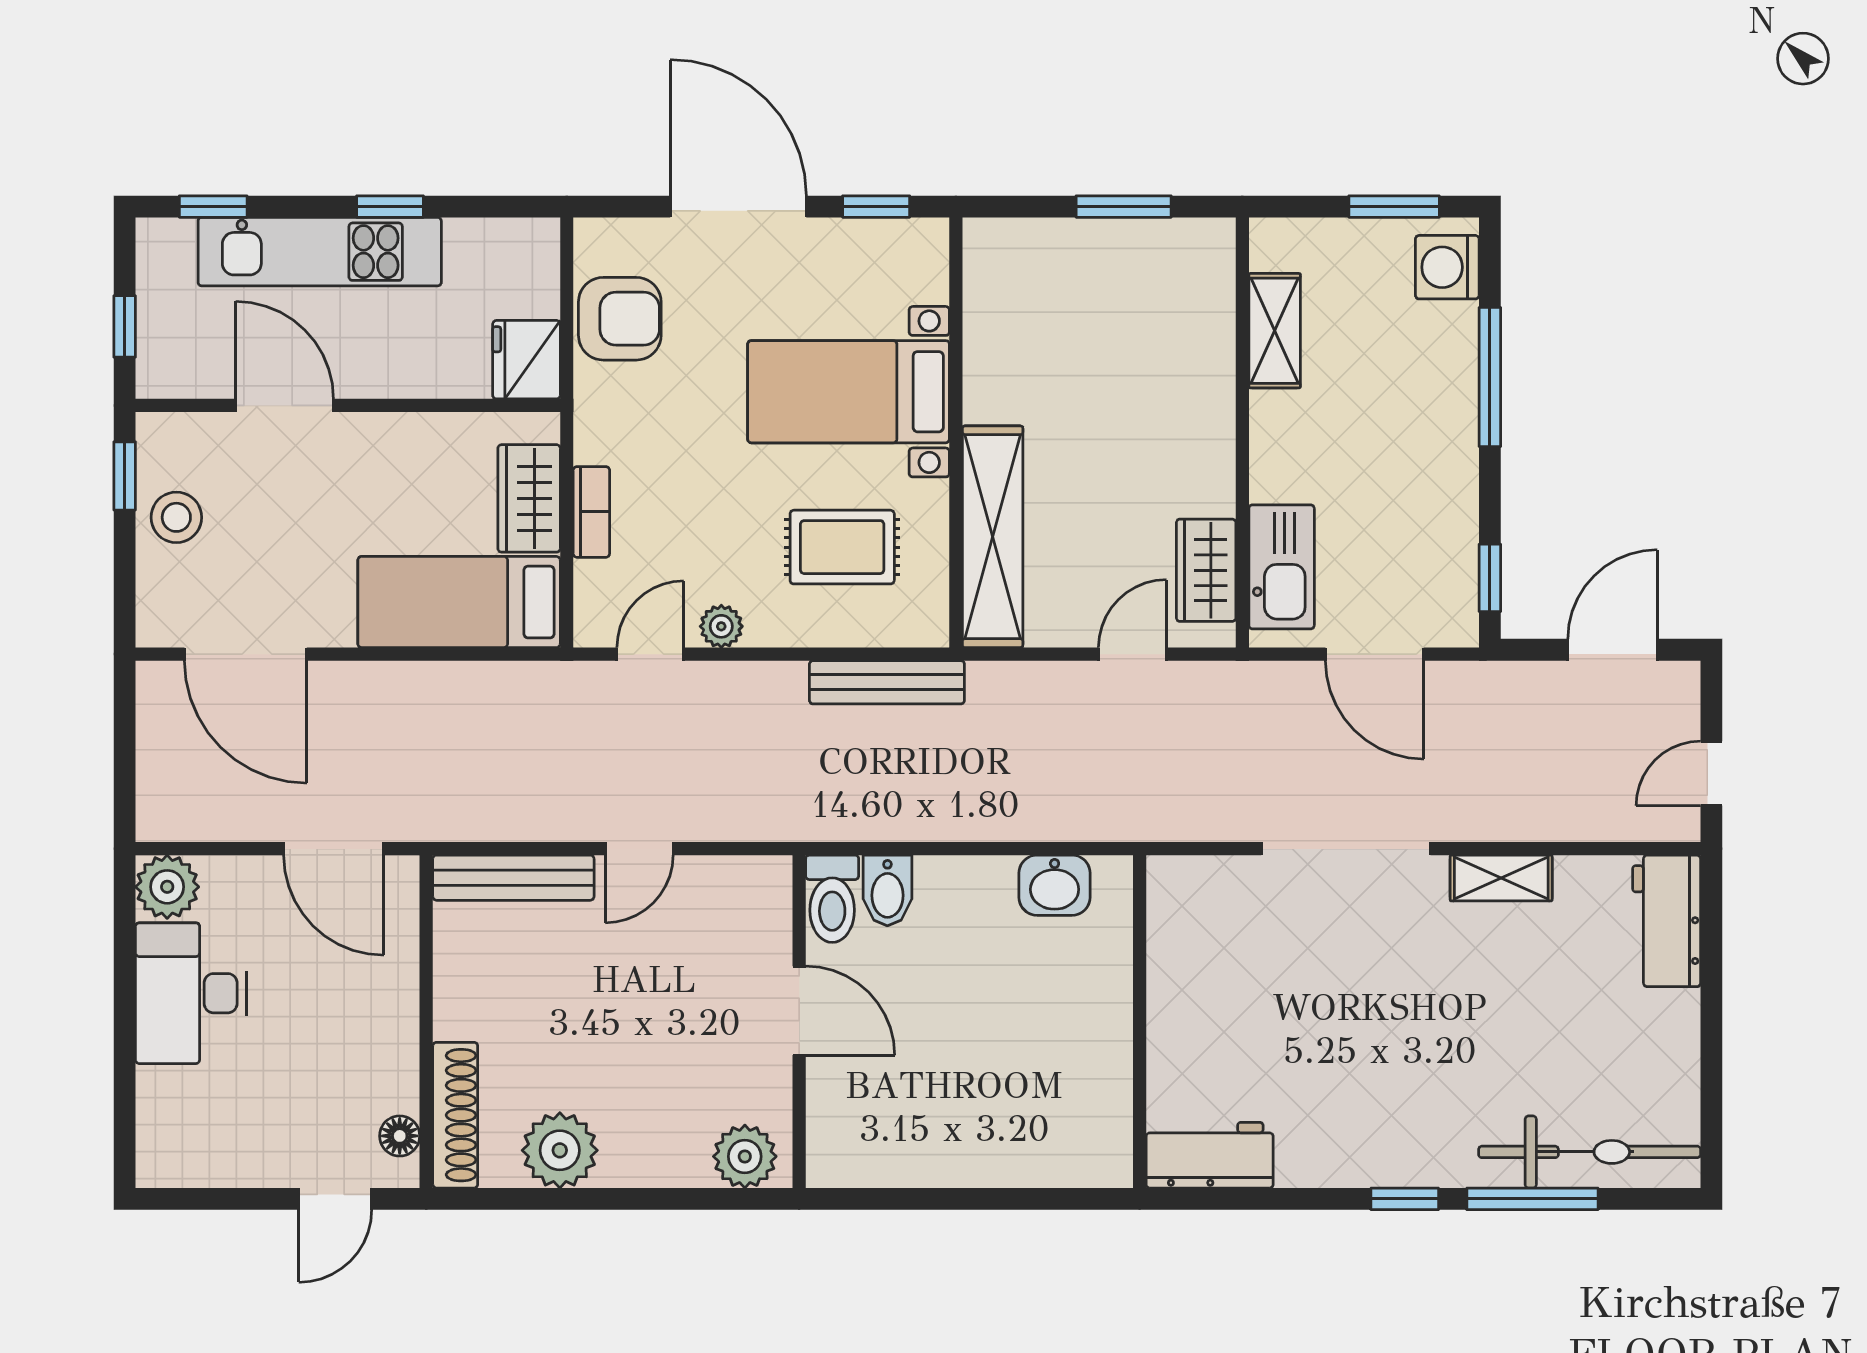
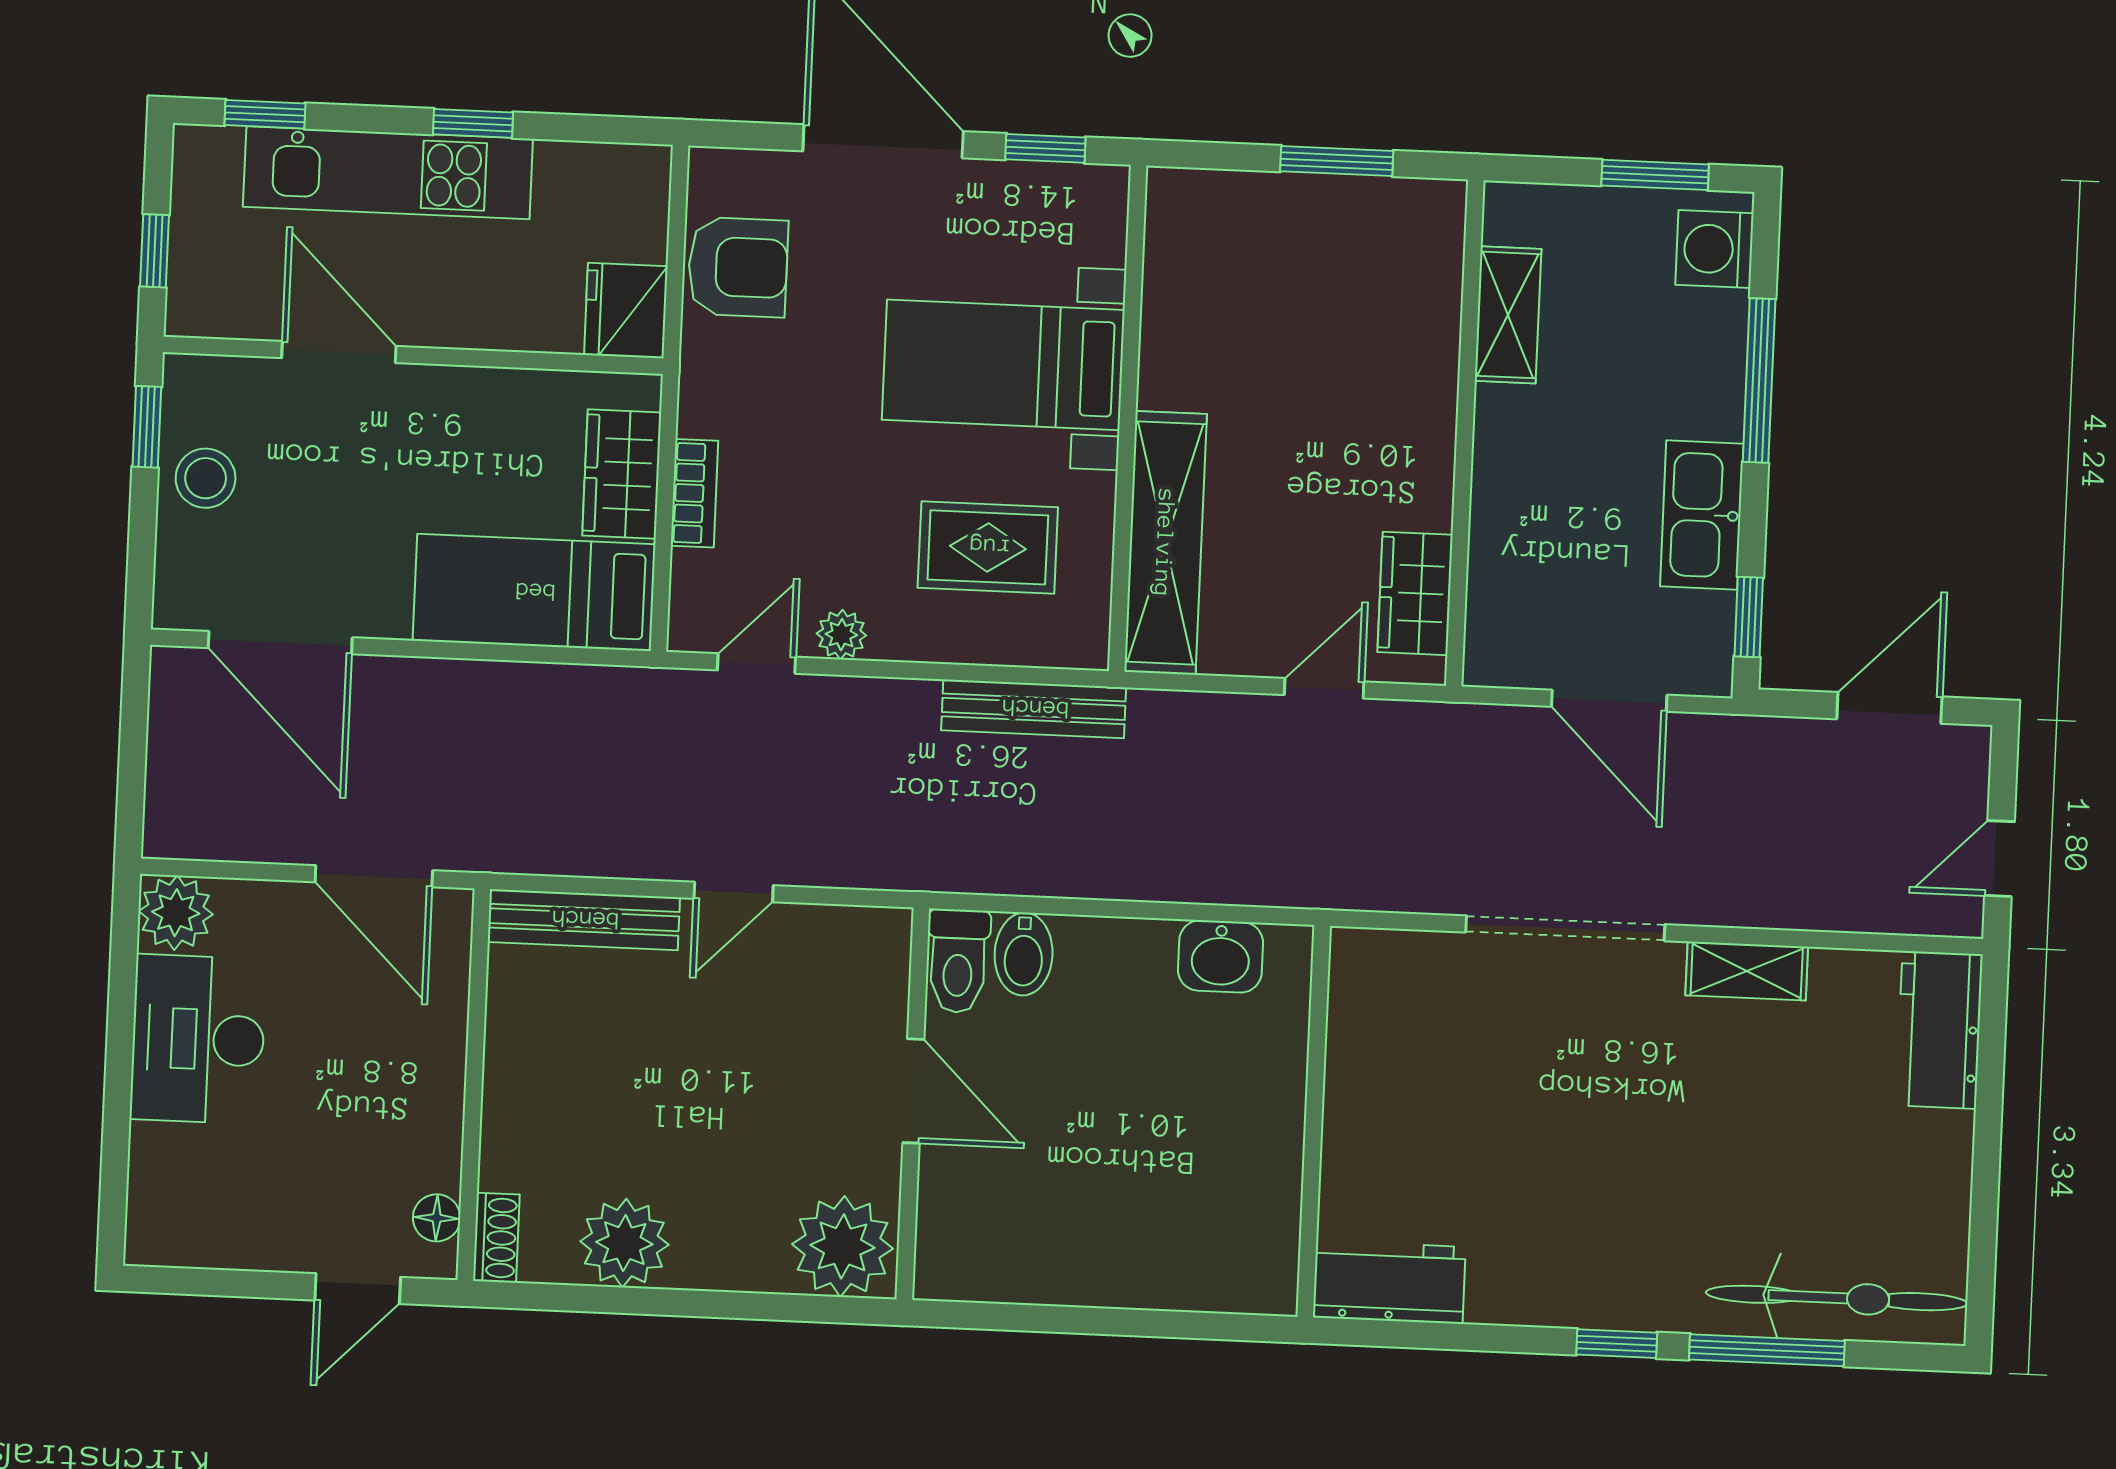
kitchen sink: (1282, 567) -> (1702, 515), moved, turned 180
shoe rack: (455, 1115) -> (496, 1238), width x0.51, depth x0.81
plant: (745, 1156) -> (843, 1246), width x1.36, depth x1.36

